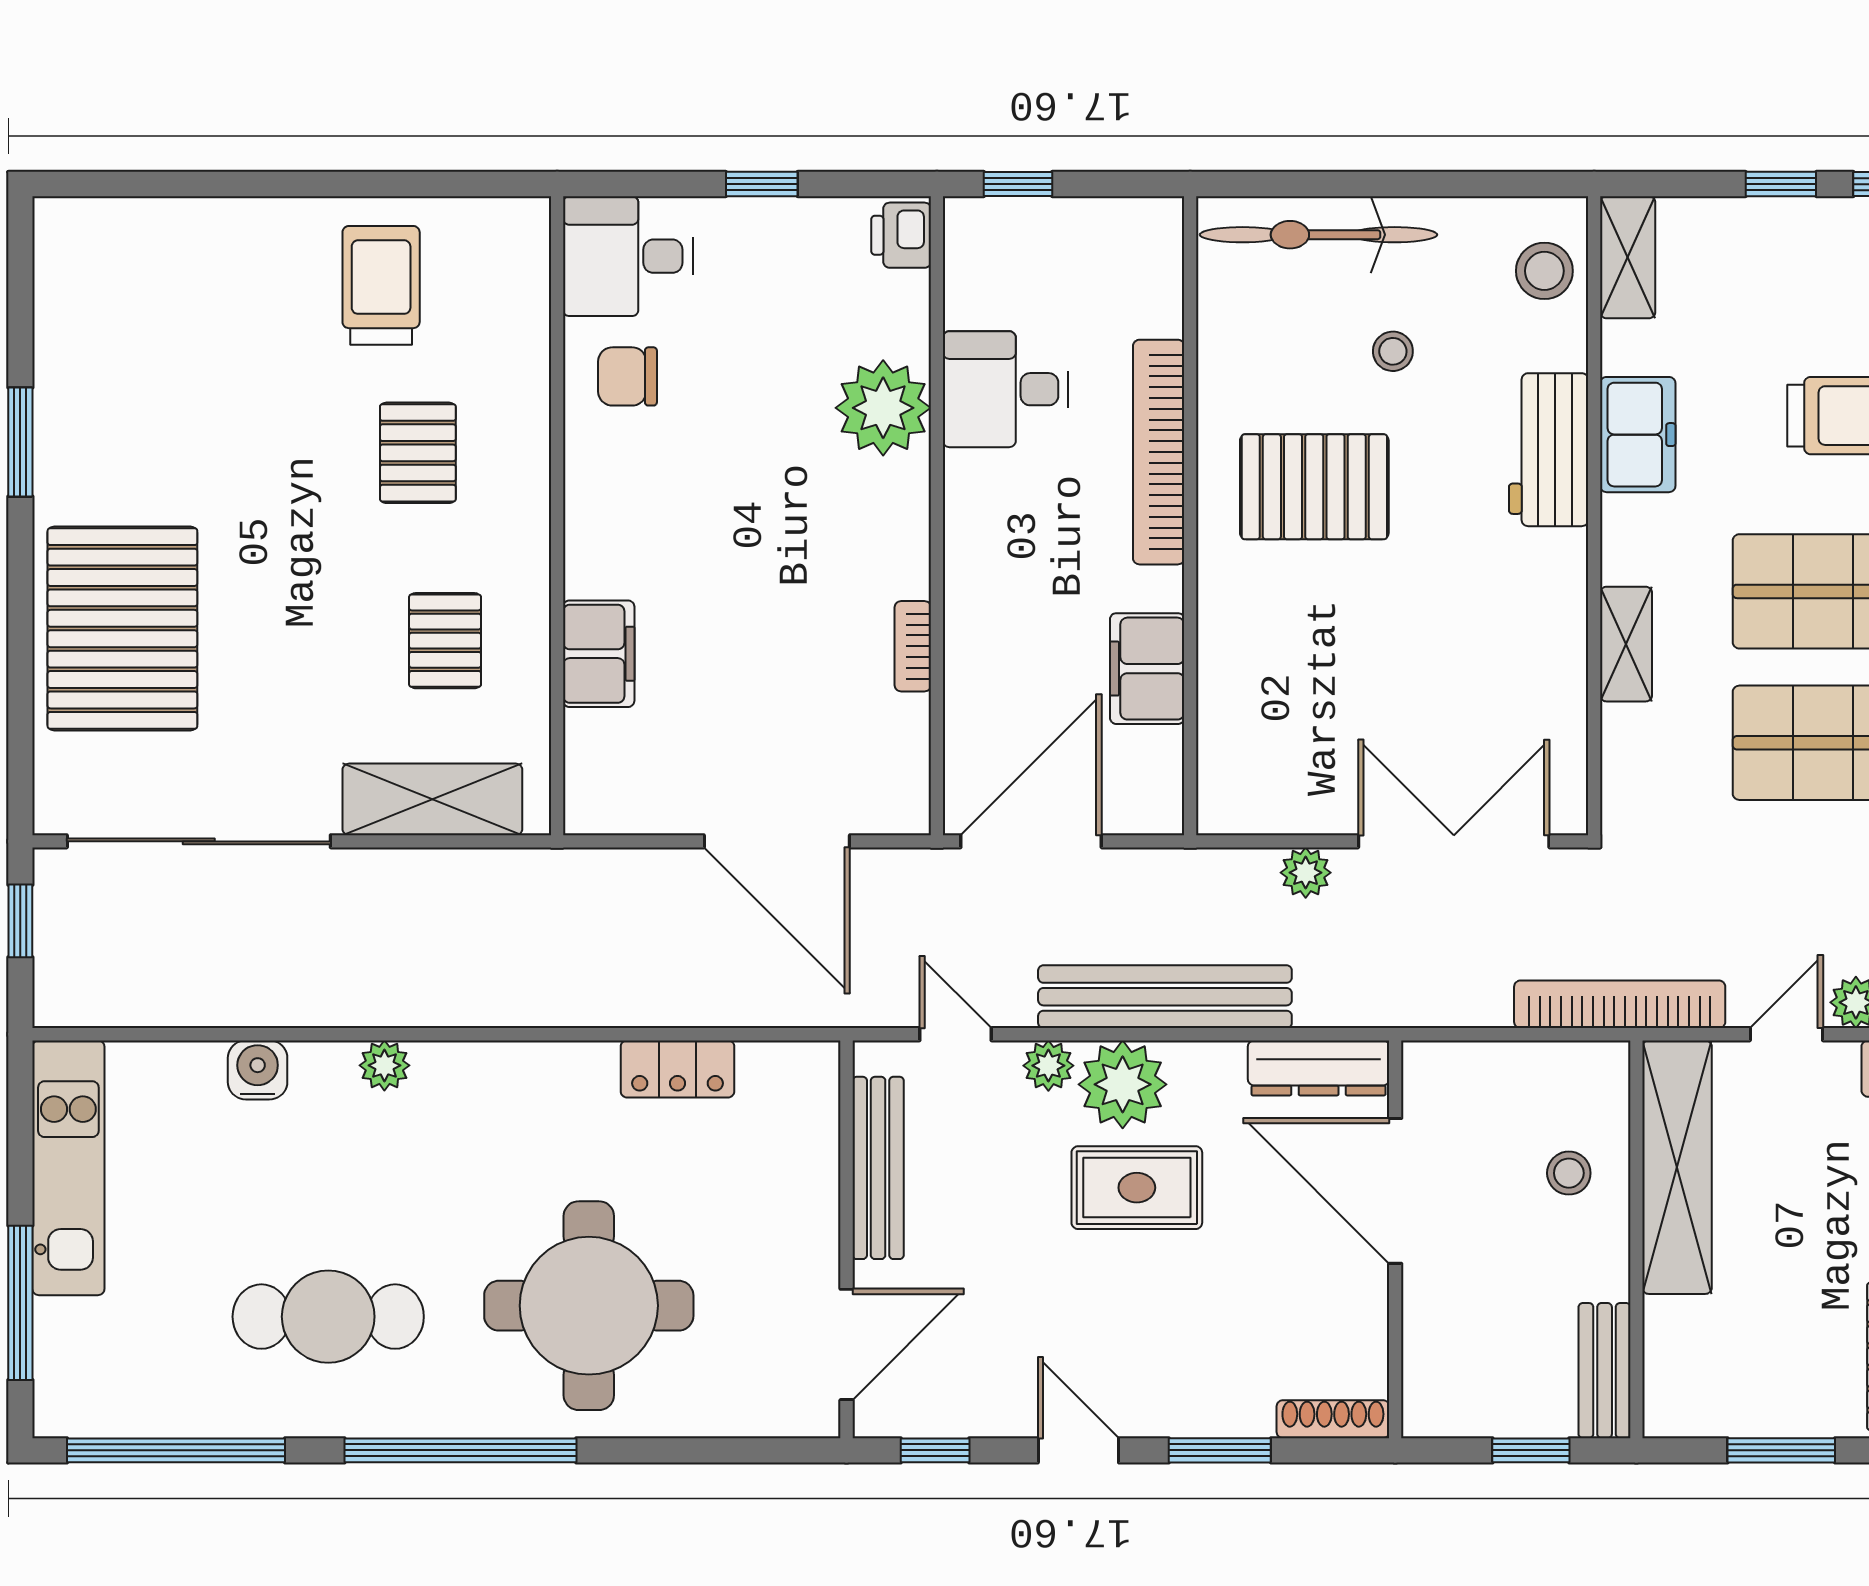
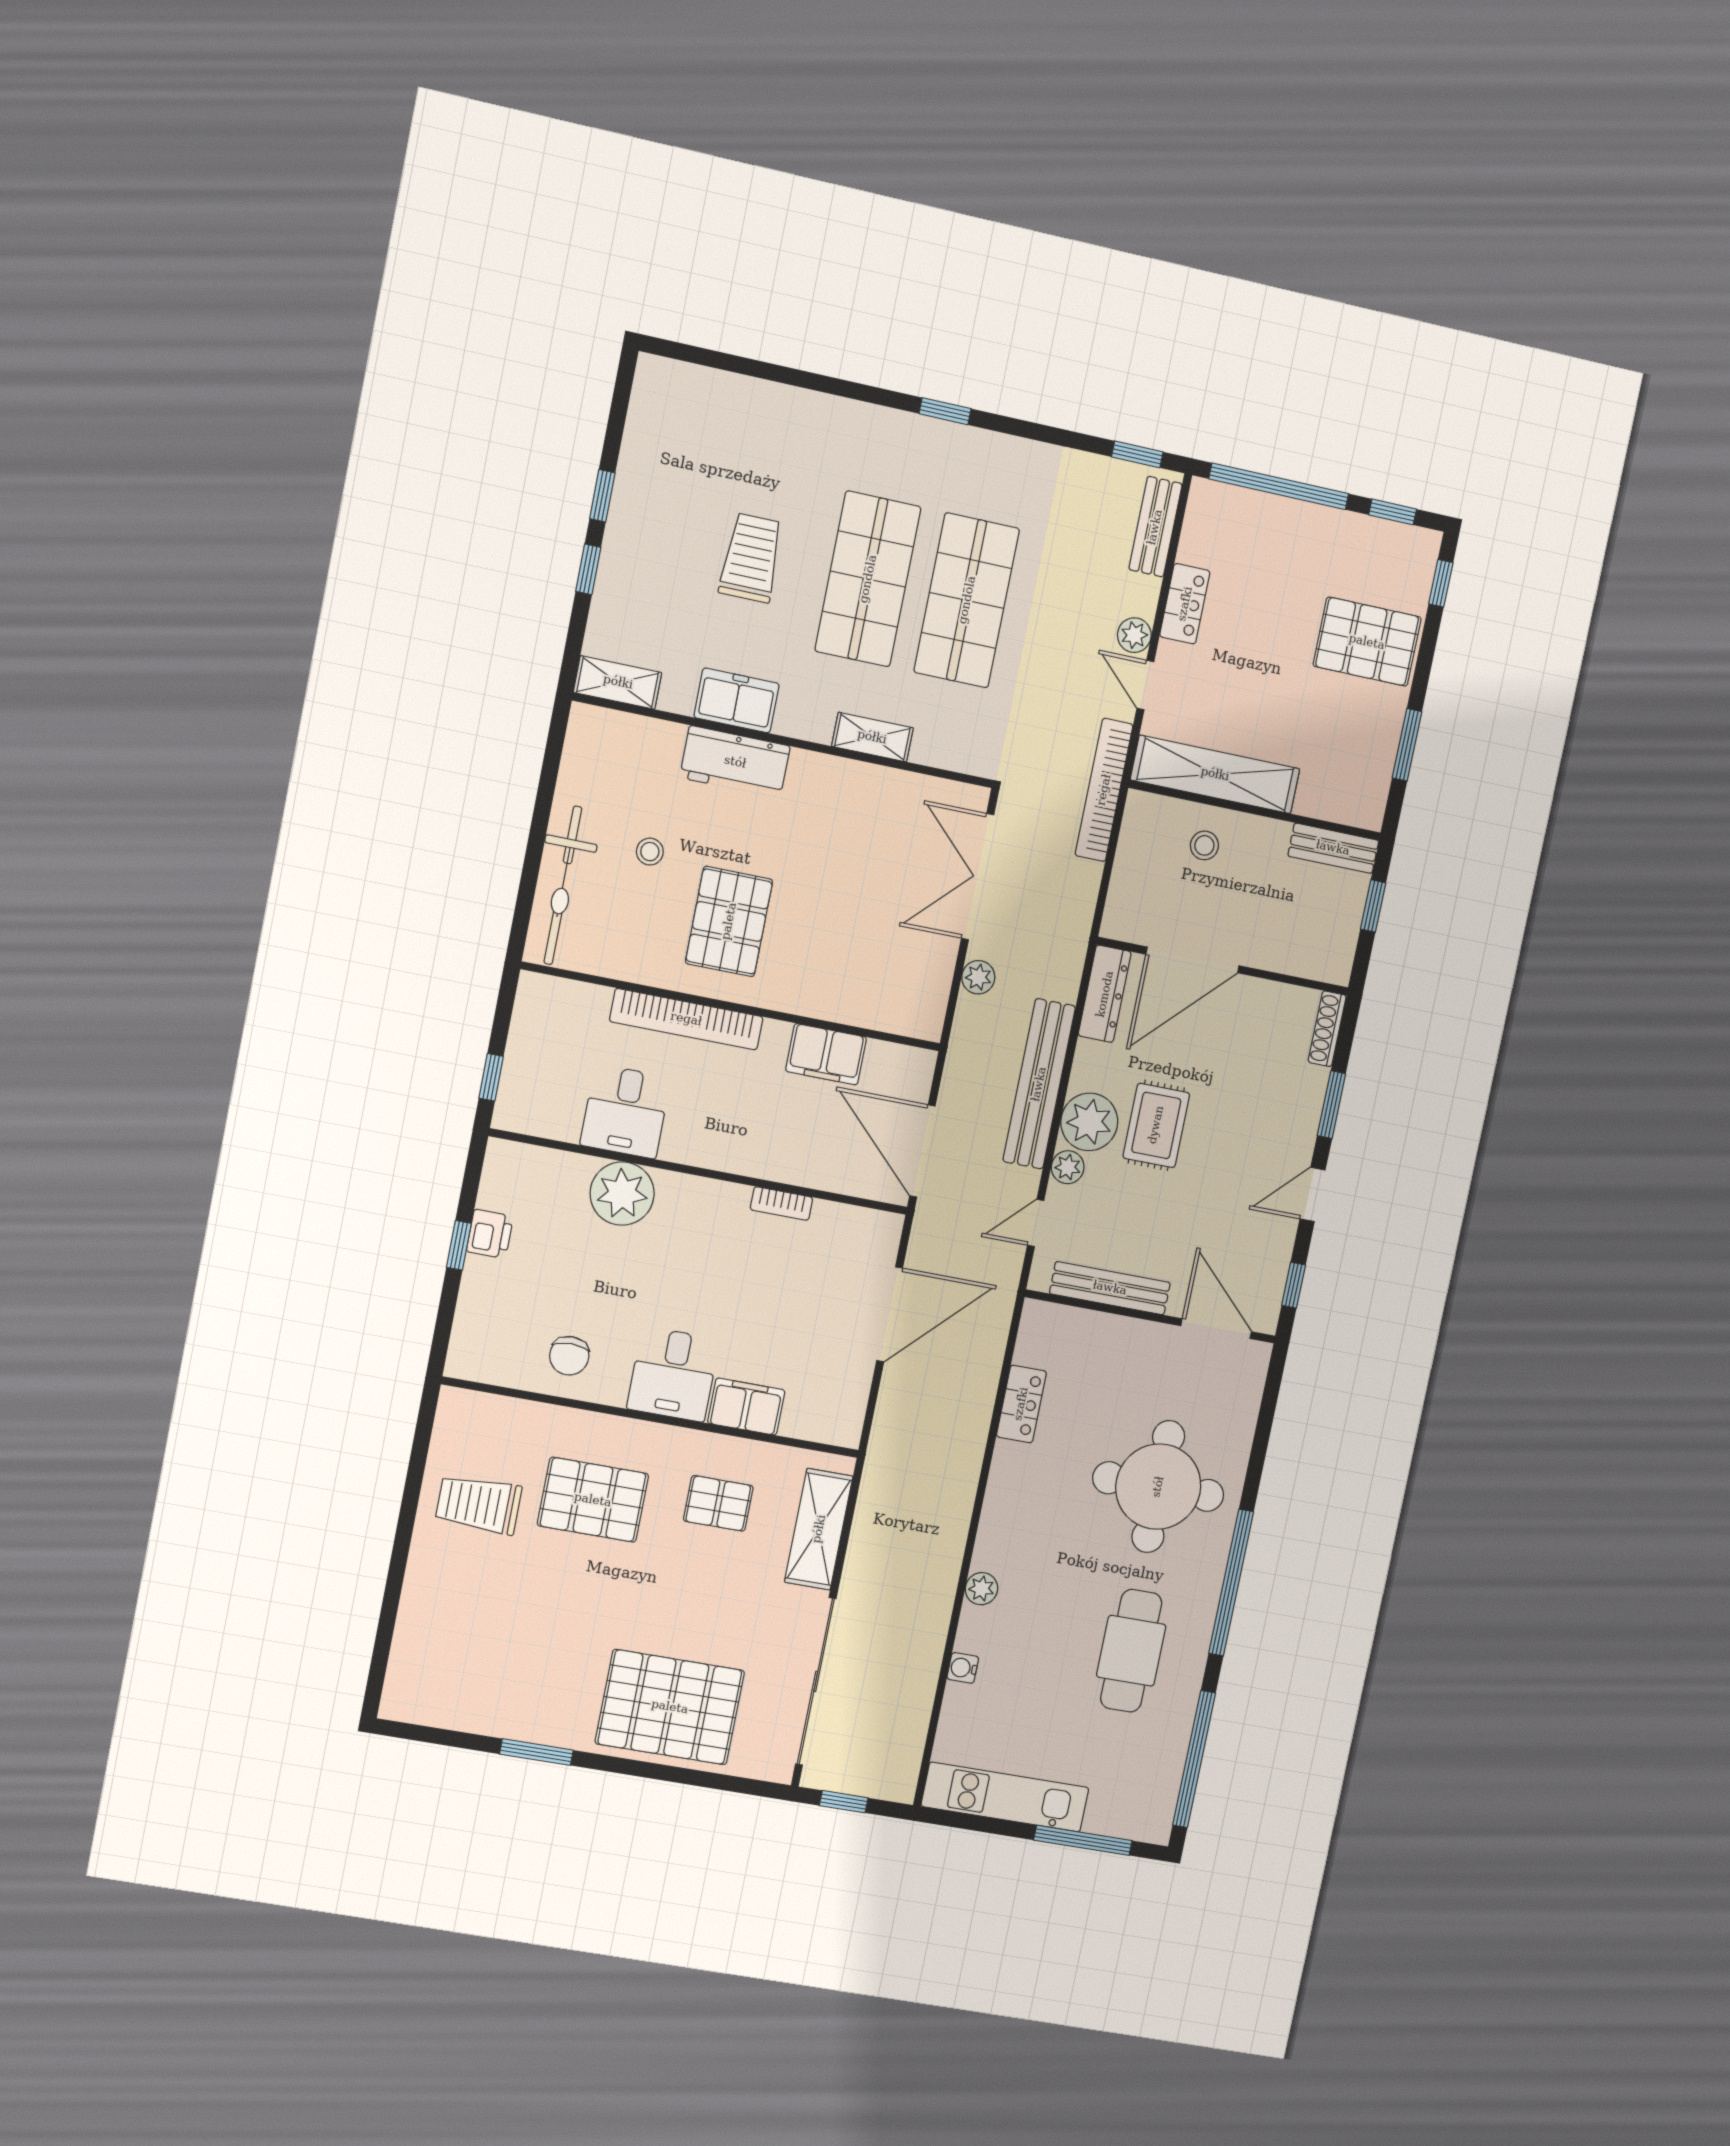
printer: (901, 235) -> (490, 1234), moved, turned -90
desk: (628, 256) -> (673, 1374), moved
stool: (1544, 271) -> (616, 740), removed
pallet: (418, 453) -> (593, 1500), width x1.50, depth x1.42
water cooler: (258, 1070) -> (963, 1668), width x0.72, depth x0.72

